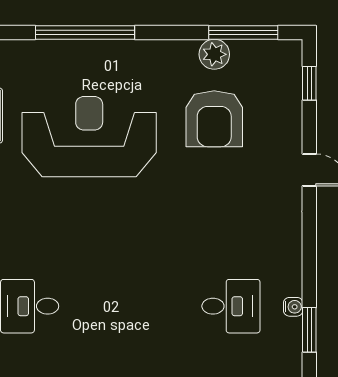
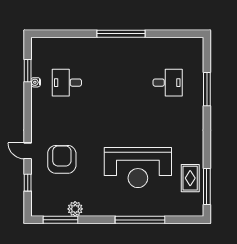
window: (309, 83) -> (28, 183), moved
armchair: (214, 119) -> (62, 159), moved

